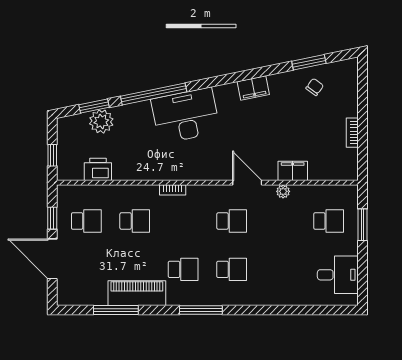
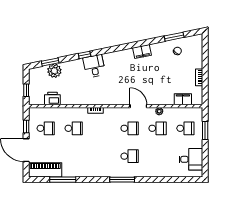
window: (154, 94) -> (85, 55), width x0.32
desk: (186, 116) -> (94, 66), width x0.53, depth x0.77
filing cabinet: (293, 171) -> (183, 99), moved
school desk: (183, 269) -> (157, 128), moved
piano: (137, 293) -> (45, 170), moved
window: (201, 310) -> (122, 180), moved

